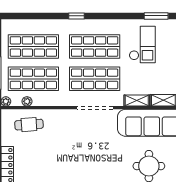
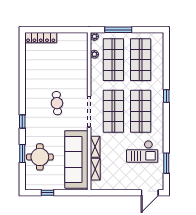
cafe table: (29, 125) -> (57, 103), moved

